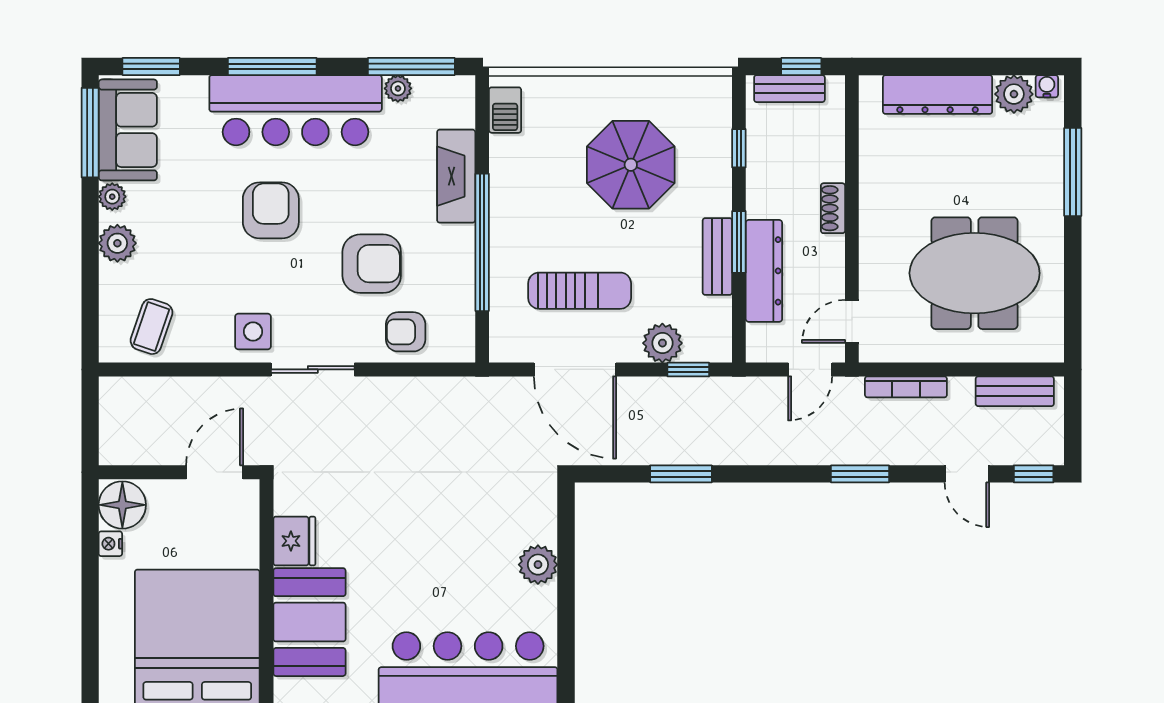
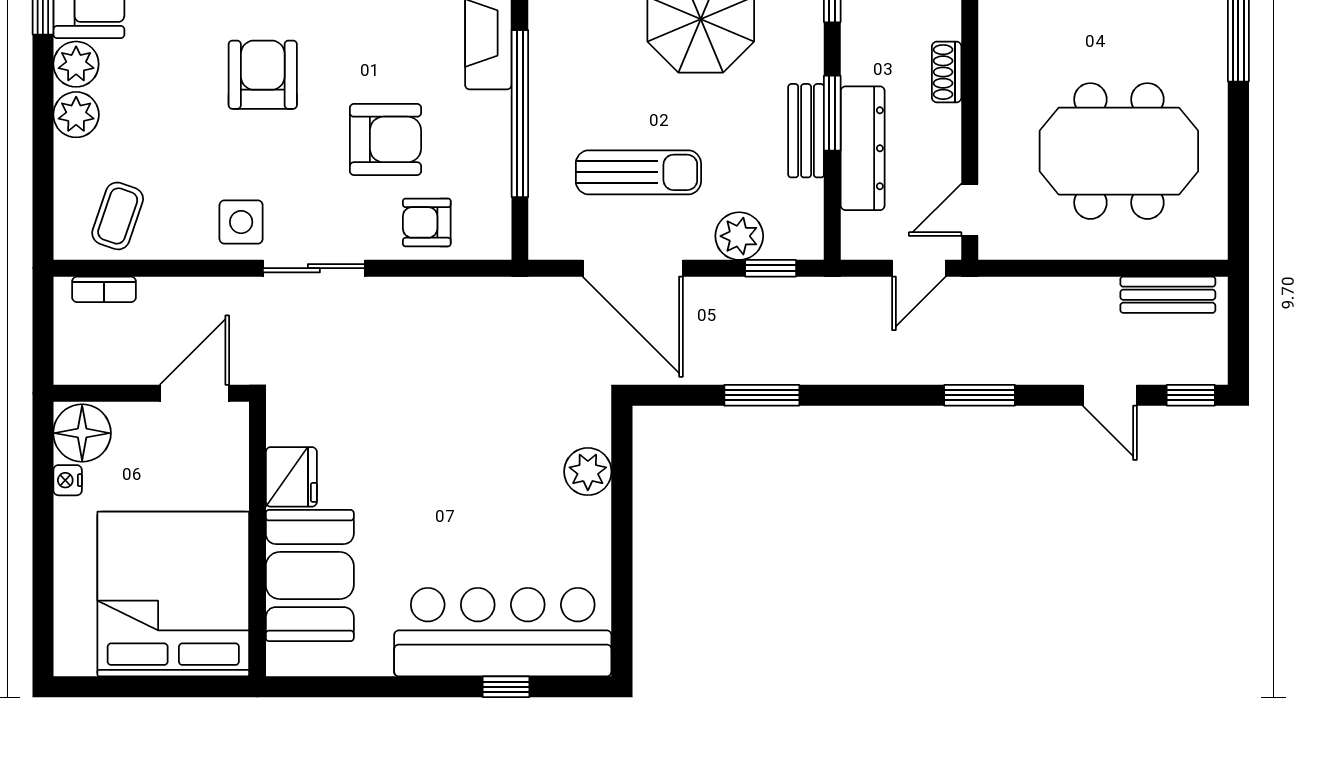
plant: (112, 197) -> (76, 64), width x1.38, depth x1.38
bookcase: (906, 387) -> (104, 289), moved, width x0.64
plant: (538, 565) -> (588, 472), moved

